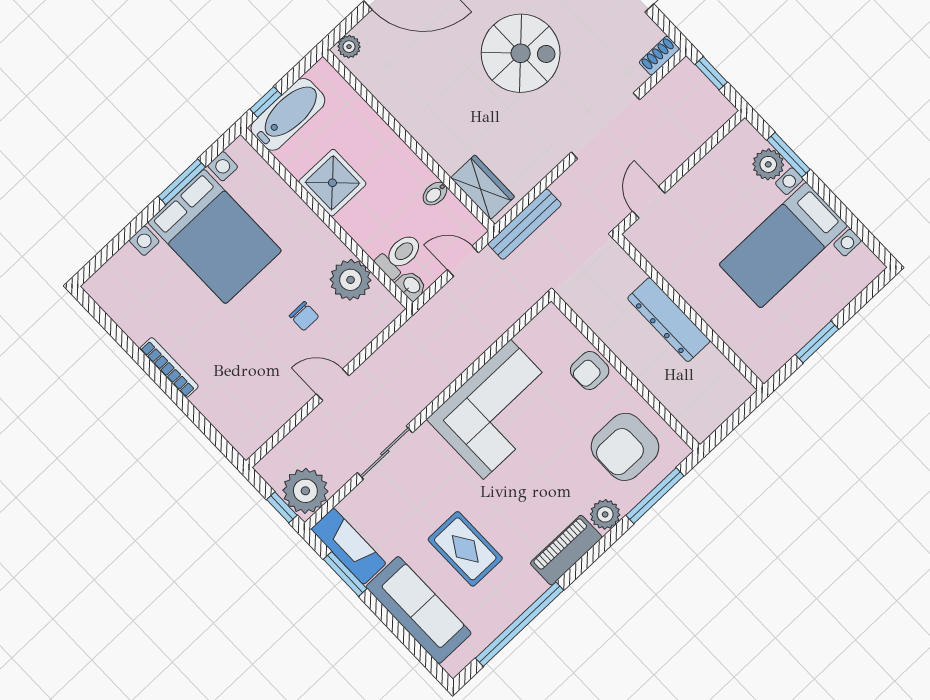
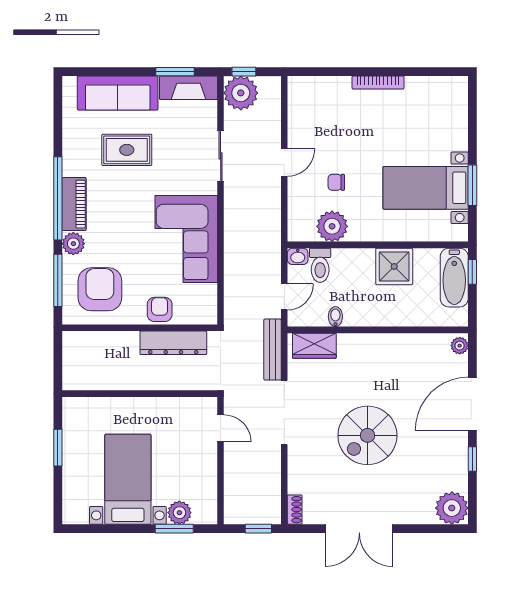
doorway: (605, 126) -> (284, 413), moved
bed with nightstands: (215, 236) -> (426, 188), width x0.73
dresser: (669, 320) -> (173, 343), moved, turned 180
window: (520, 624) -> (58, 198), moved

